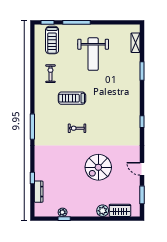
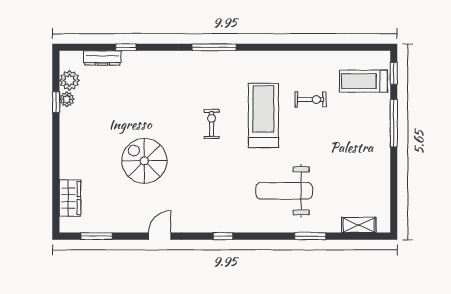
weight bench: (93, 54) -> (284, 191), moved
exercise bike: (50, 74) -> (311, 100), moved
treadmill: (72, 98) -> (263, 115), width x1.37, depth x1.38
door: (142, 169) -> (160, 236), moved
plant: (103, 211) -> (69, 80), moved

